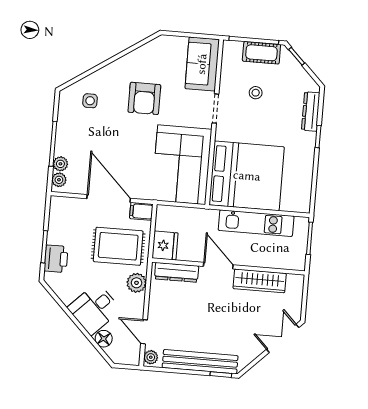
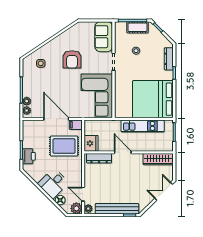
bed: (247, 176) -> (153, 99), moved, turned 180
wardrobe: (260, 281) -> (158, 159), moved
plant: (136, 283) -> (76, 208), moved

